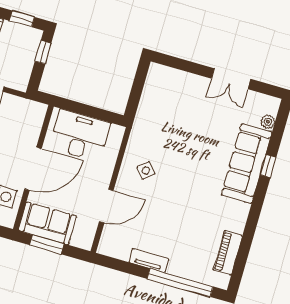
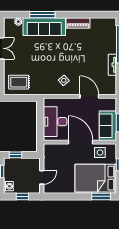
rug: (165, 93) -> (19, 82), added
window: (268, 166) -> (42, 15), width x2.17
piano: (228, 253) -> (78, 23), moved

